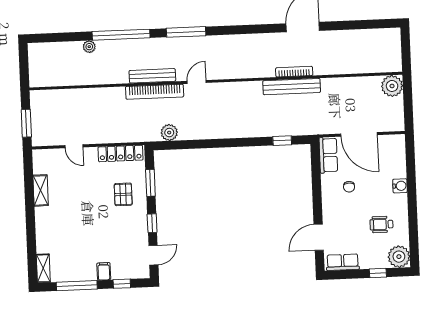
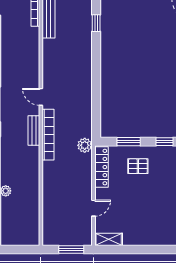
bench: (152, 76) -> (34, 130), width x0.73
plant: (169, 133) -> (85, 145), moved
shelving: (41, 190) -> (109, 239), moved

